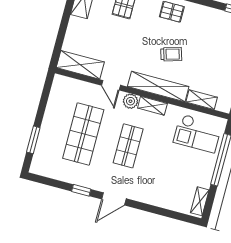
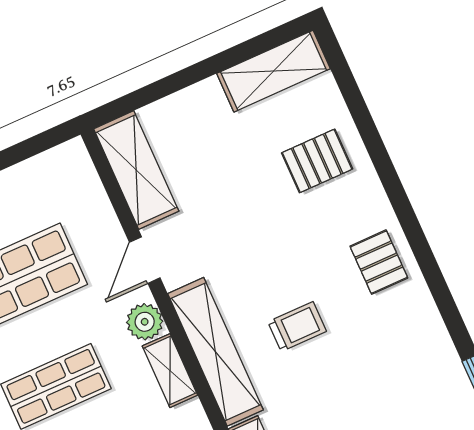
trolley: (171, 54) -> (297, 327), turned -74

